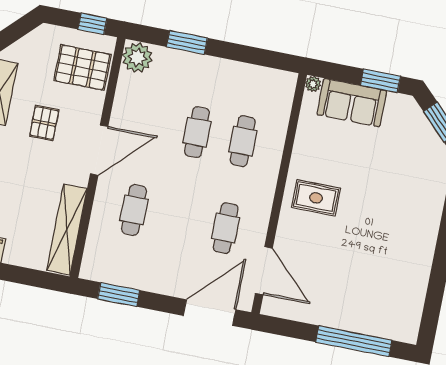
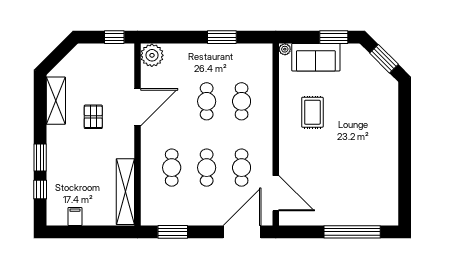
window: (187, 42) -> (222, 37), moved
pallet: (83, 68) -> (113, 71), removed
door: (99, 150) -> (137, 107), moved
rug: (316, 198) -> (312, 112), moved, turned 90
cafe table: (180, 219) -> (207, 168), added

